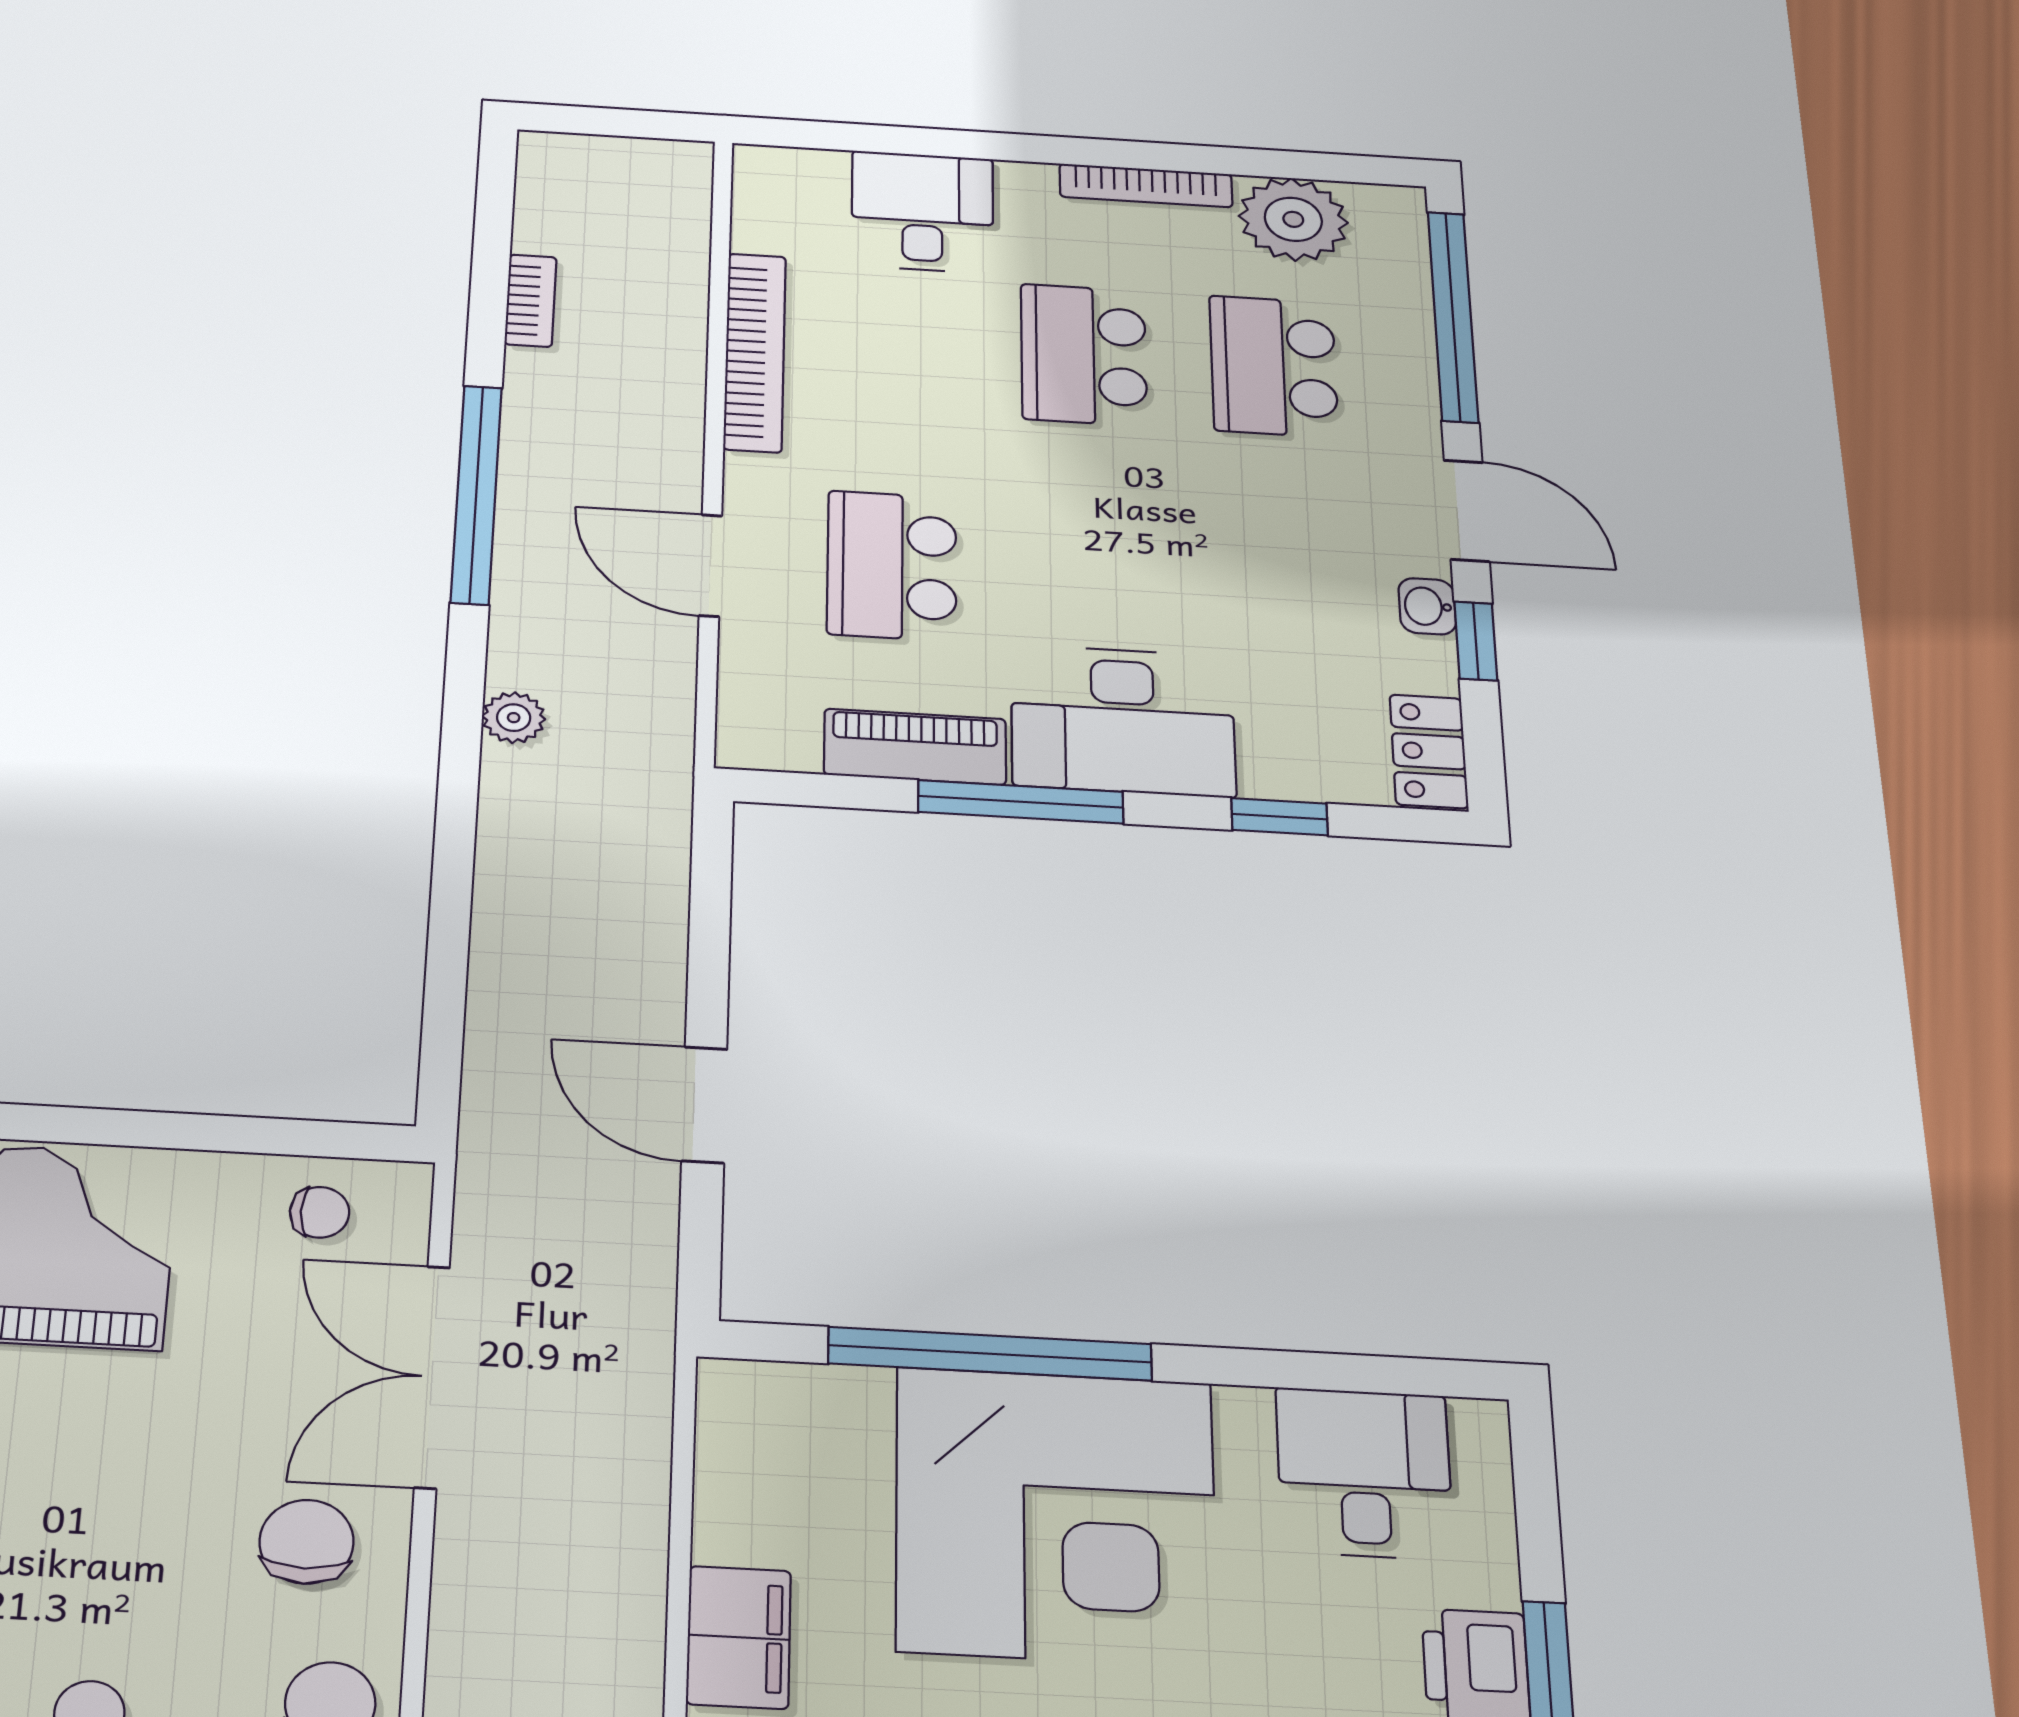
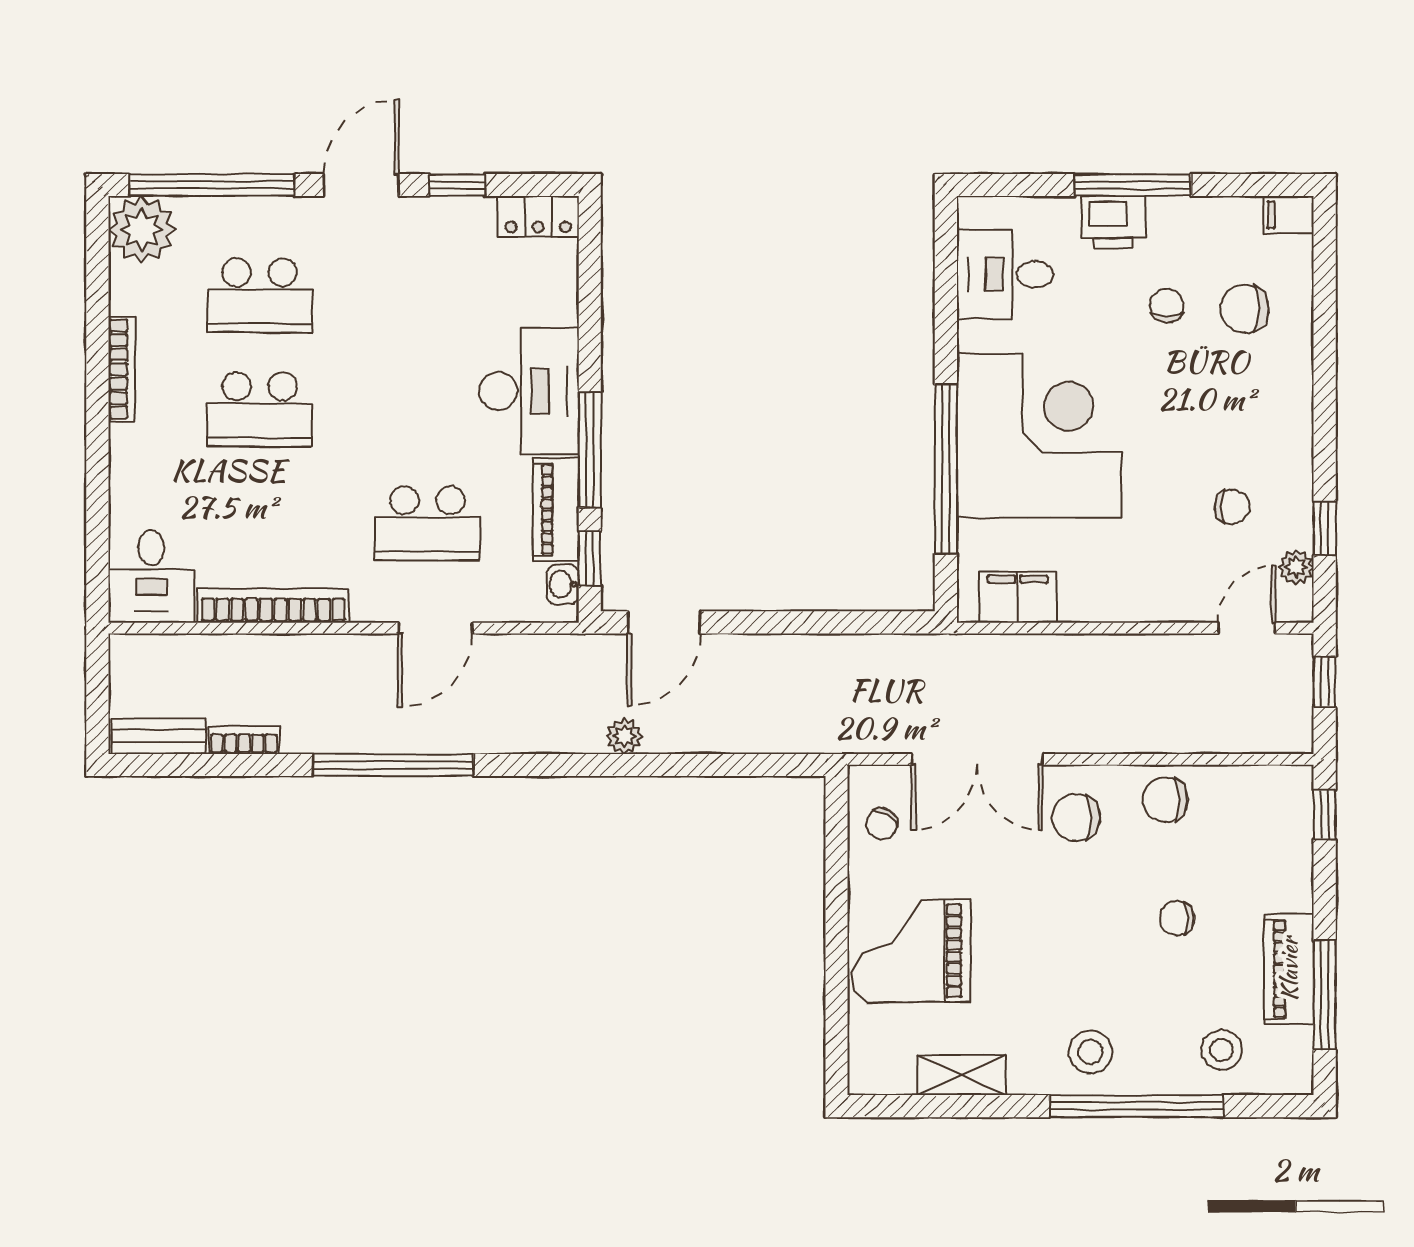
bench: (543, 193) -> (159, 736), added
desk: (922, 212) -> (151, 577), moved, turned -90
plant: (1293, 219) -> (142, 230), moved
washbasin: (1427, 606) -> (563, 584), moved, turned 90
plant: (514, 718) -> (624, 736), moved
window: (1280, 817) -> (590, 559), moved
door: (704, 1105) -> (664, 622), moved
chair: (320, 1212) -> (882, 824), turned -148
filing cabinet: (739, 1637) -> (1018, 597), moved

